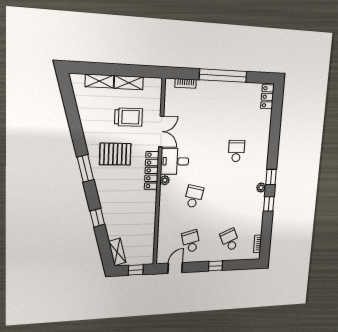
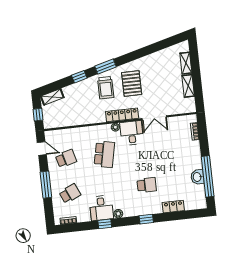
window: (223, 76) -> (208, 176), moved
washbasin: (238, 89) -> (197, 177), added
locker: (267, 97) -> (173, 207), moved
trolley: (129, 117) -> (106, 88), moved
window: (85, 168) -> (105, 67), moved
window: (271, 177) -> (146, 219), moved
school desk: (194, 197) -> (104, 154), width x1.85
desk: (251, 206) -> (101, 208), added
window: (216, 266) -> (46, 185), width x2.17

